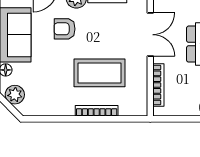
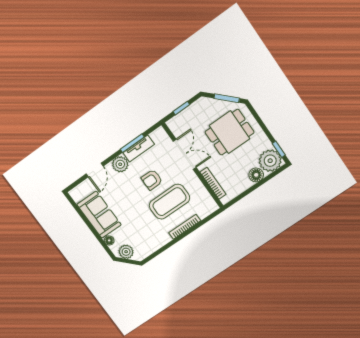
armchair: (65, 29) -> (152, 180), moved

